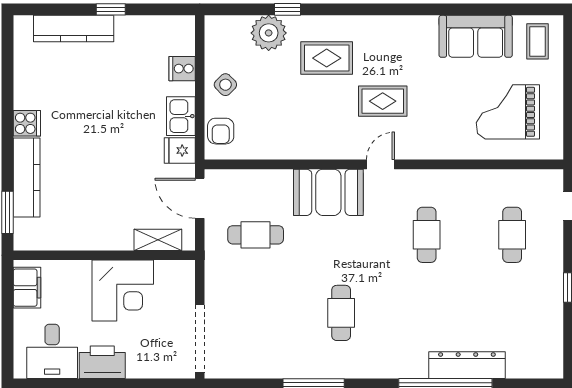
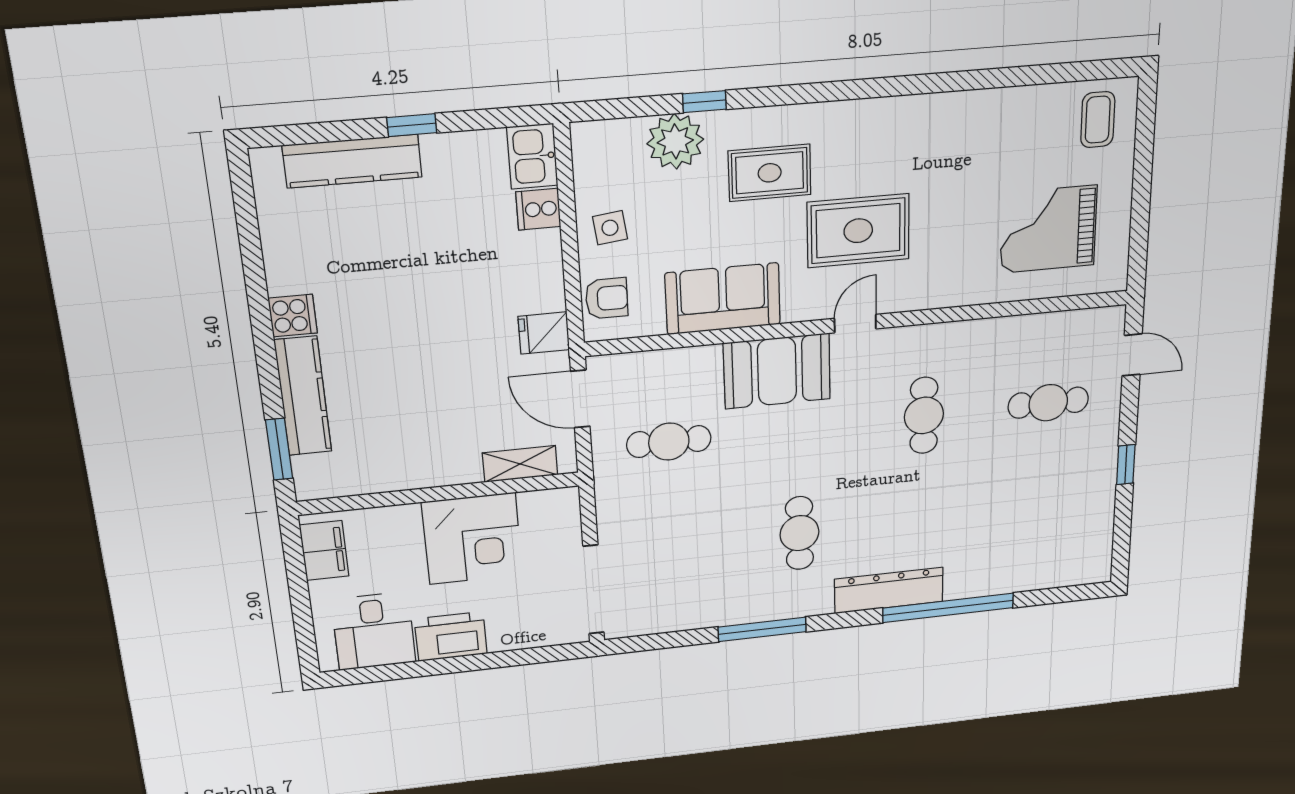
sofa: (476, 36) -> (723, 299), moved, turned 180
side table: (225, 85) -> (610, 228), turned 38
rug: (383, 101) -> (858, 231), width x1.36, depth x1.43
kitchen sink: (181, 116) -> (532, 156), moved
armchair: (221, 131) -> (607, 298), turned -90
cafe table: (512, 235) -> (1048, 403), turned 90
dresser: (467, 365) -> (889, 590), moved

